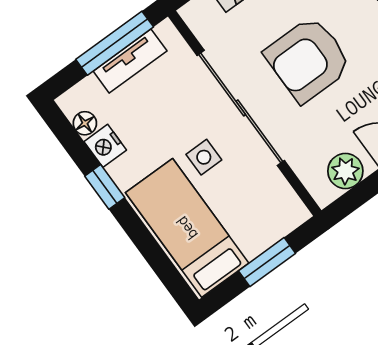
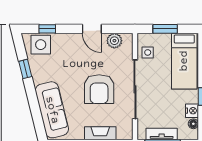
armchair: (308, 59) -> (99, 89), turned 90
side table: (204, 157) -> (148, 52), moved

